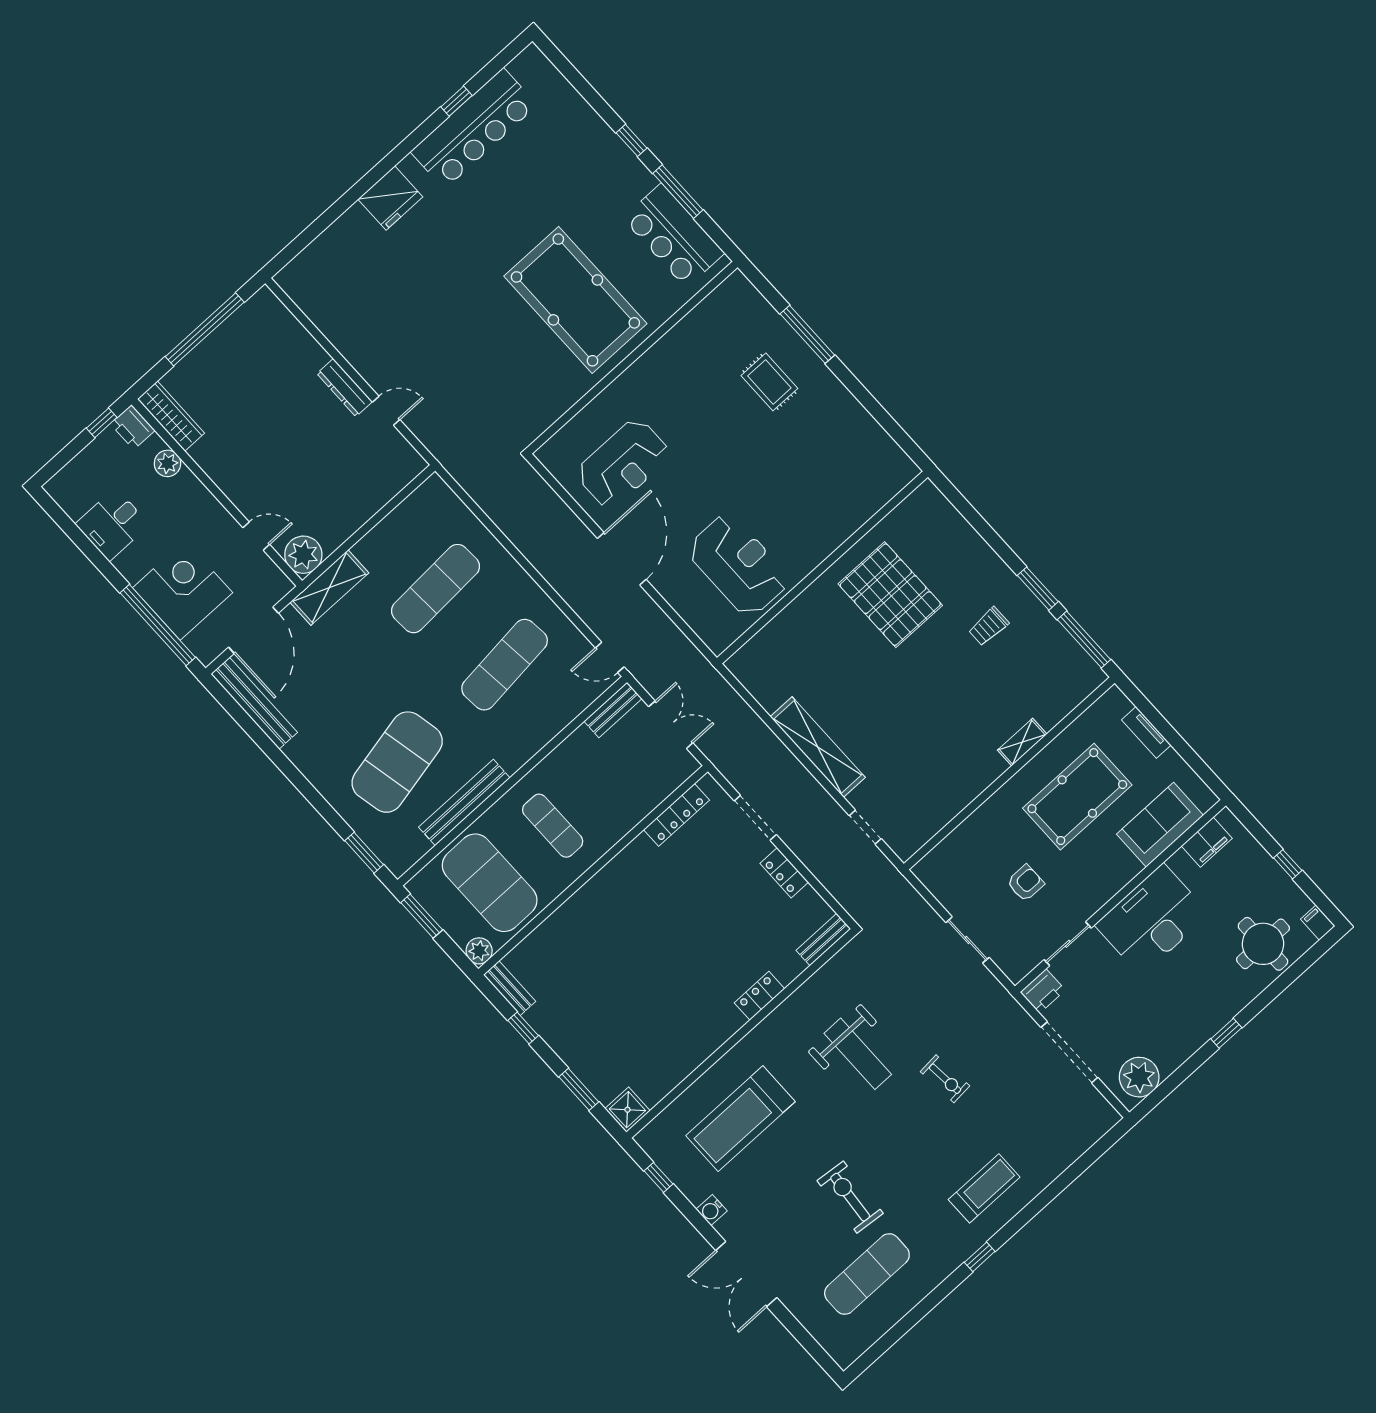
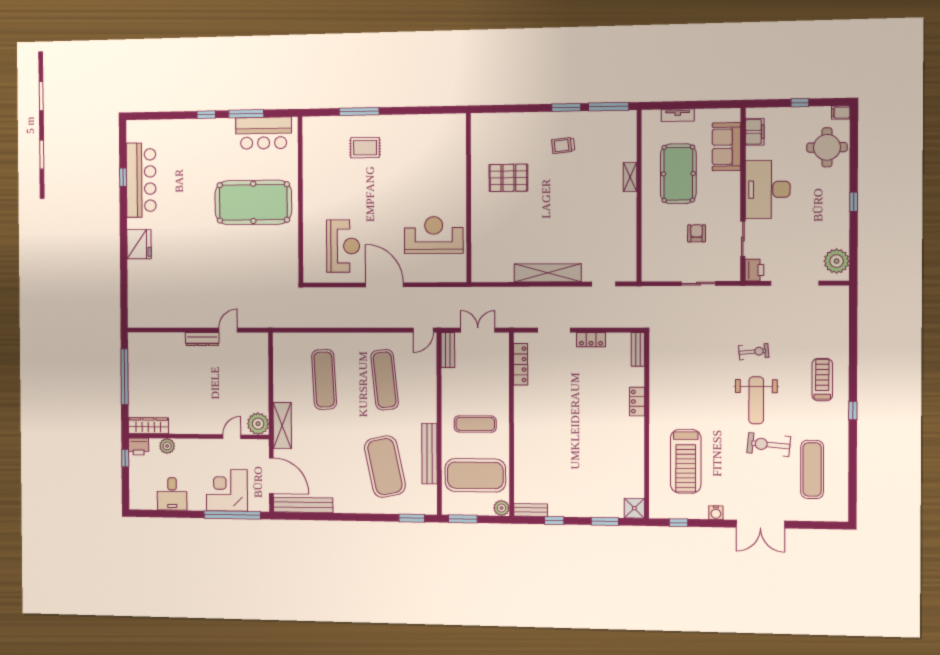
pallet: (890, 595) -> (508, 178), width x0.73, depth x0.71
trolley: (989, 626) -> (563, 146), turned 84
weight bench: (858, 1054) -> (756, 400), moved, turned 90

